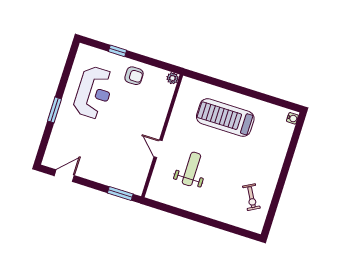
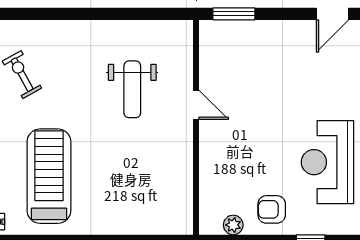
plant: (172, 78) -> (233, 225), moved
treadmill: (225, 118) -> (49, 176), moved, turned -90

